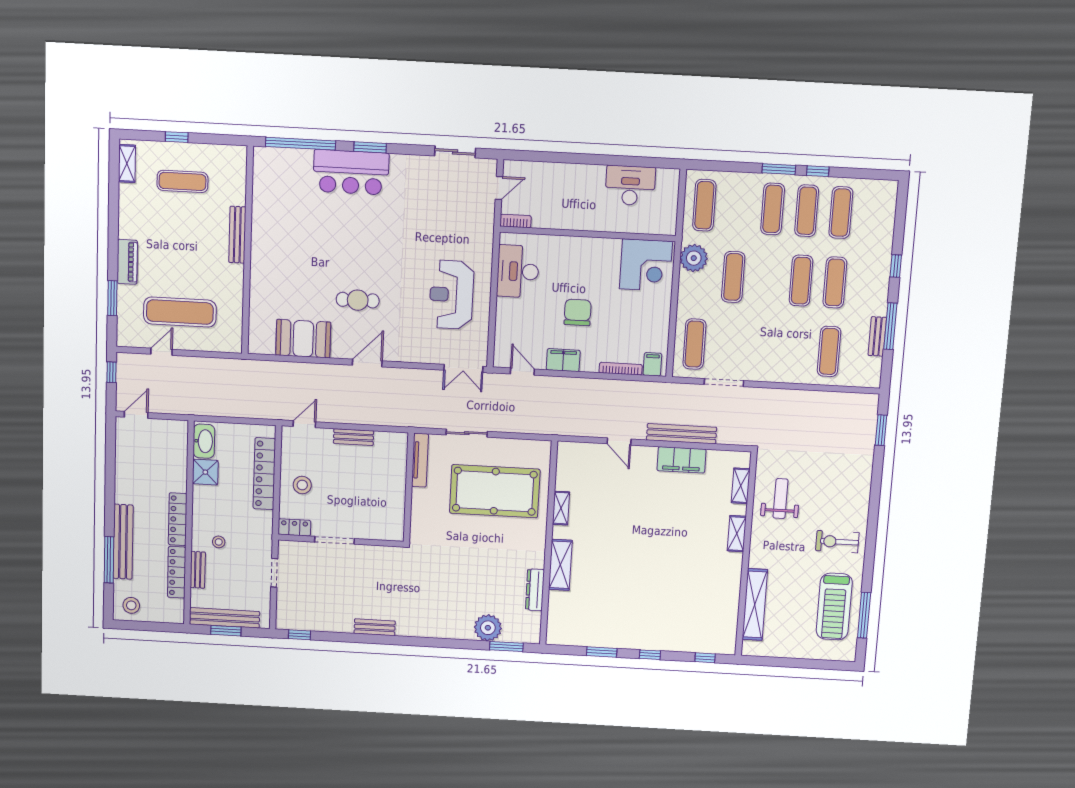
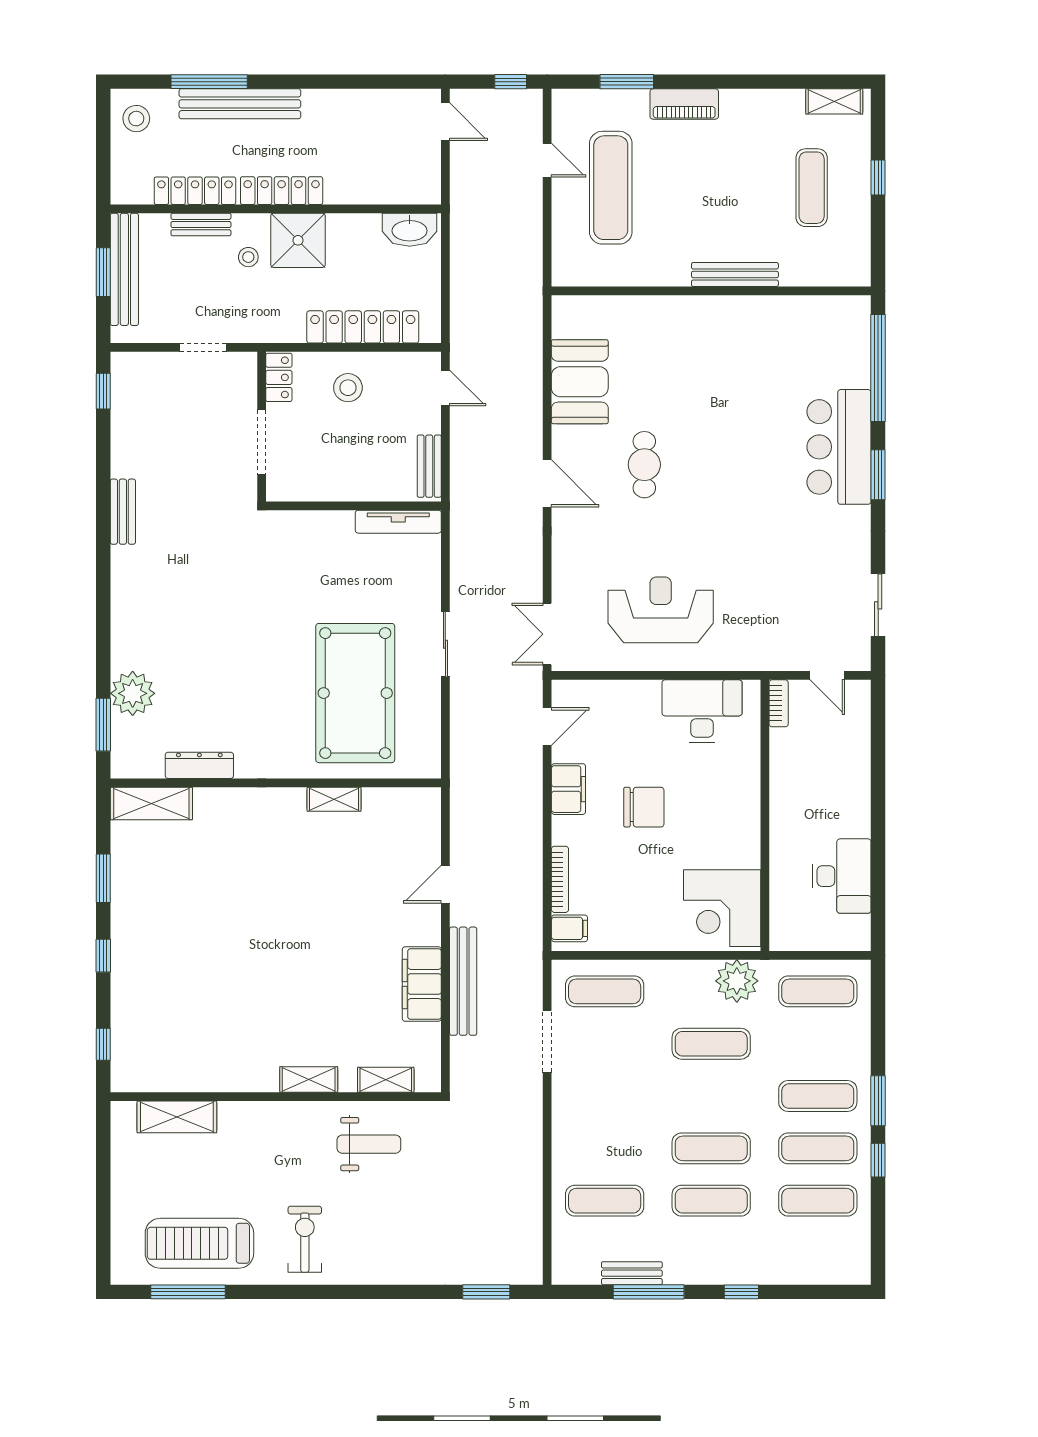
tv unit: (420, 460) -> (398, 522), moved
shower: (205, 472) -> (298, 240), moved, width x1.36, depth x1.36
wall: (409, 487) -> (354, 506), moved
shelving: (560, 565) -> (151, 804), moved
shelving: (755, 604) -> (177, 1117), width x0.68

